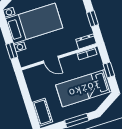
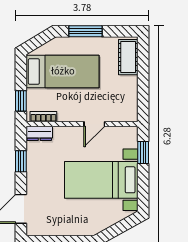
door: (51, 60) -> (94, 124), swing flipped
window: (109, 70) -> (21, 101), moved

